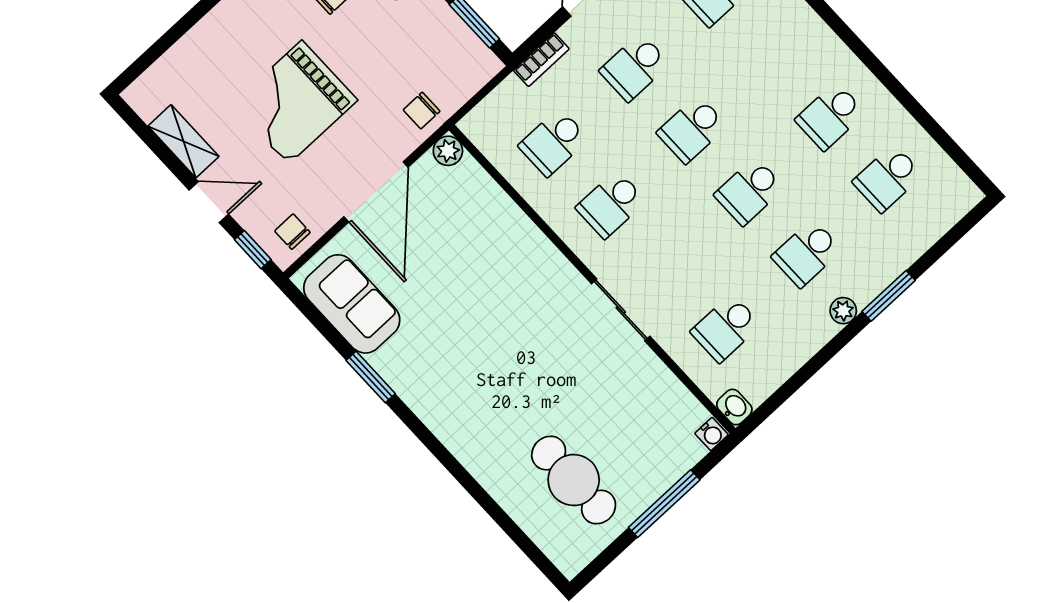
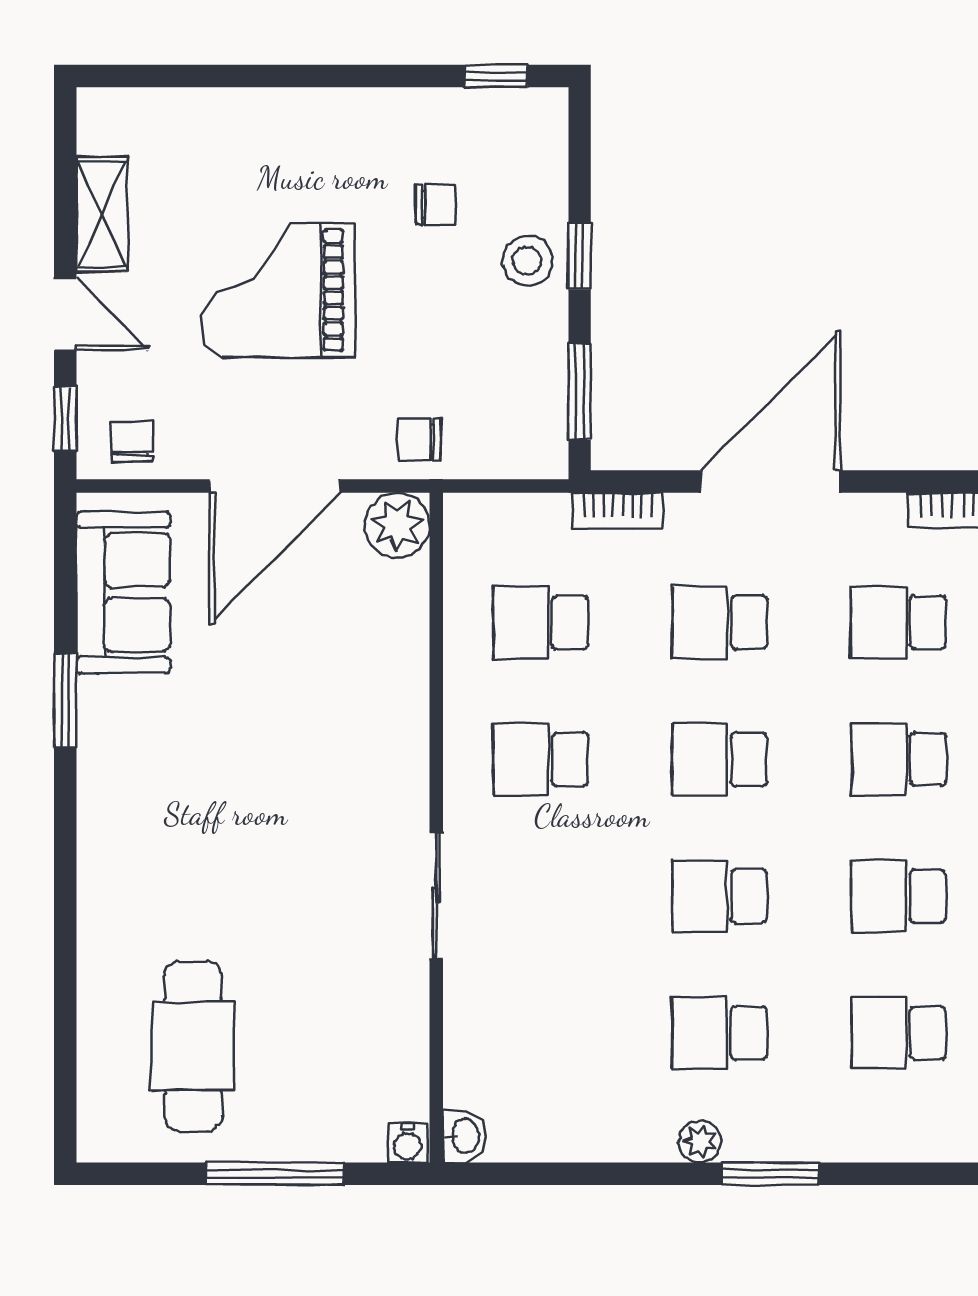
plant: (448, 151) -> (397, 525), width x1.38, depth x1.38
school desk: (726, 328) -> (898, 759), moved

